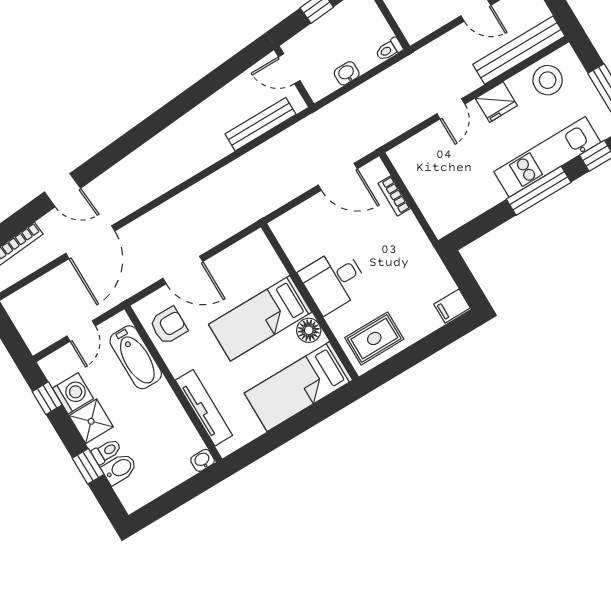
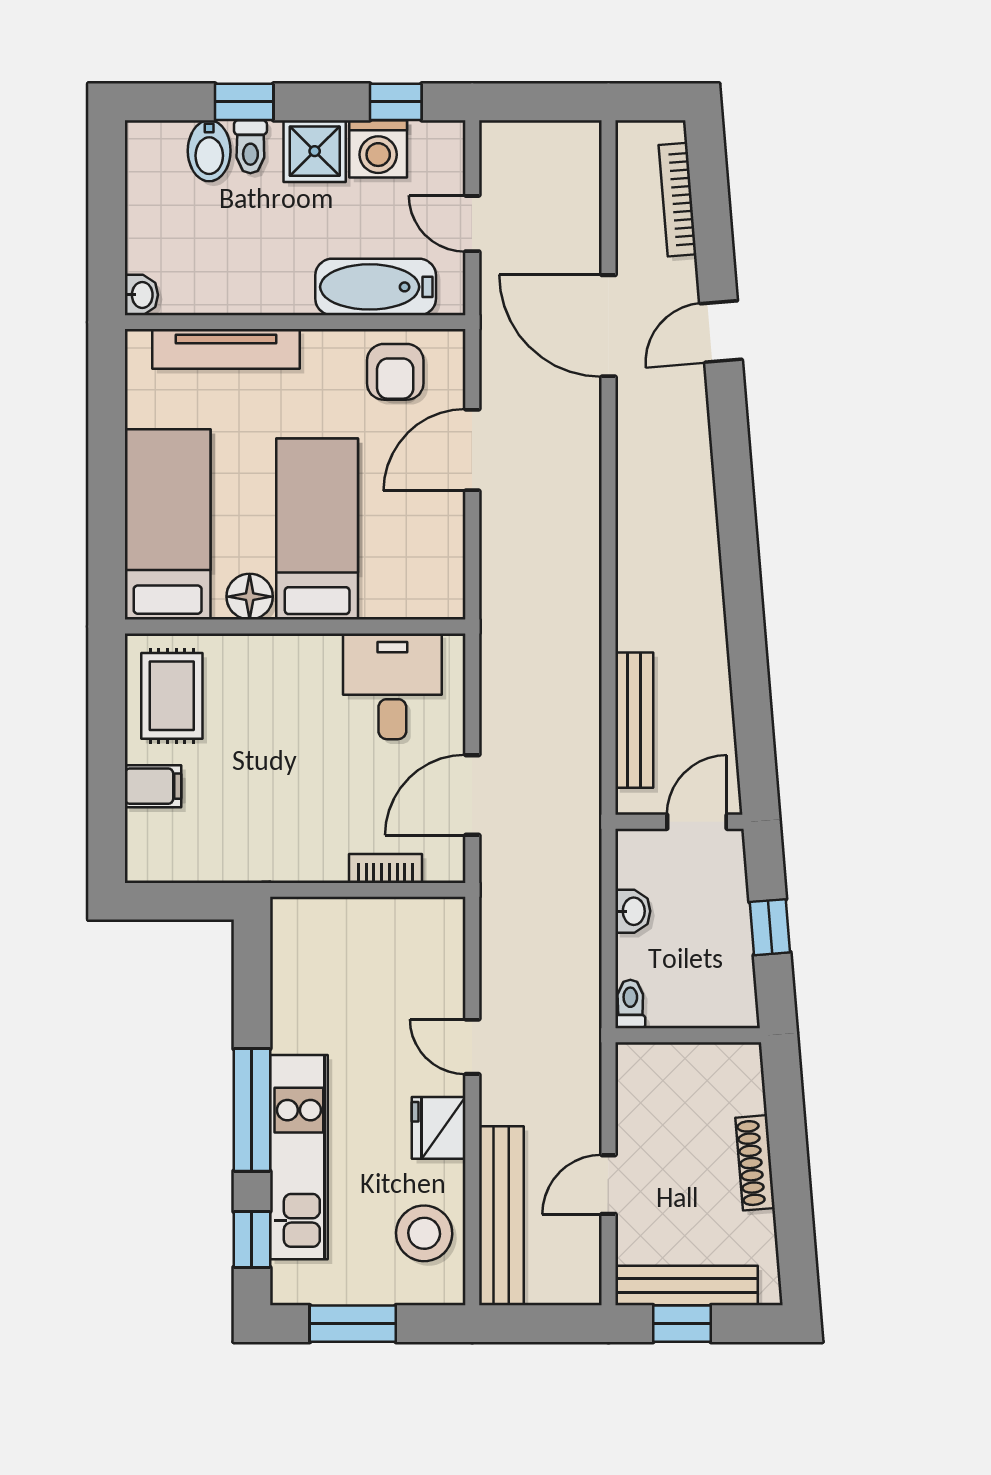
desk: (334, 280) -> (392, 686), moved
filing cabinet: (452, 306) -> (153, 786), moved, turned 90

